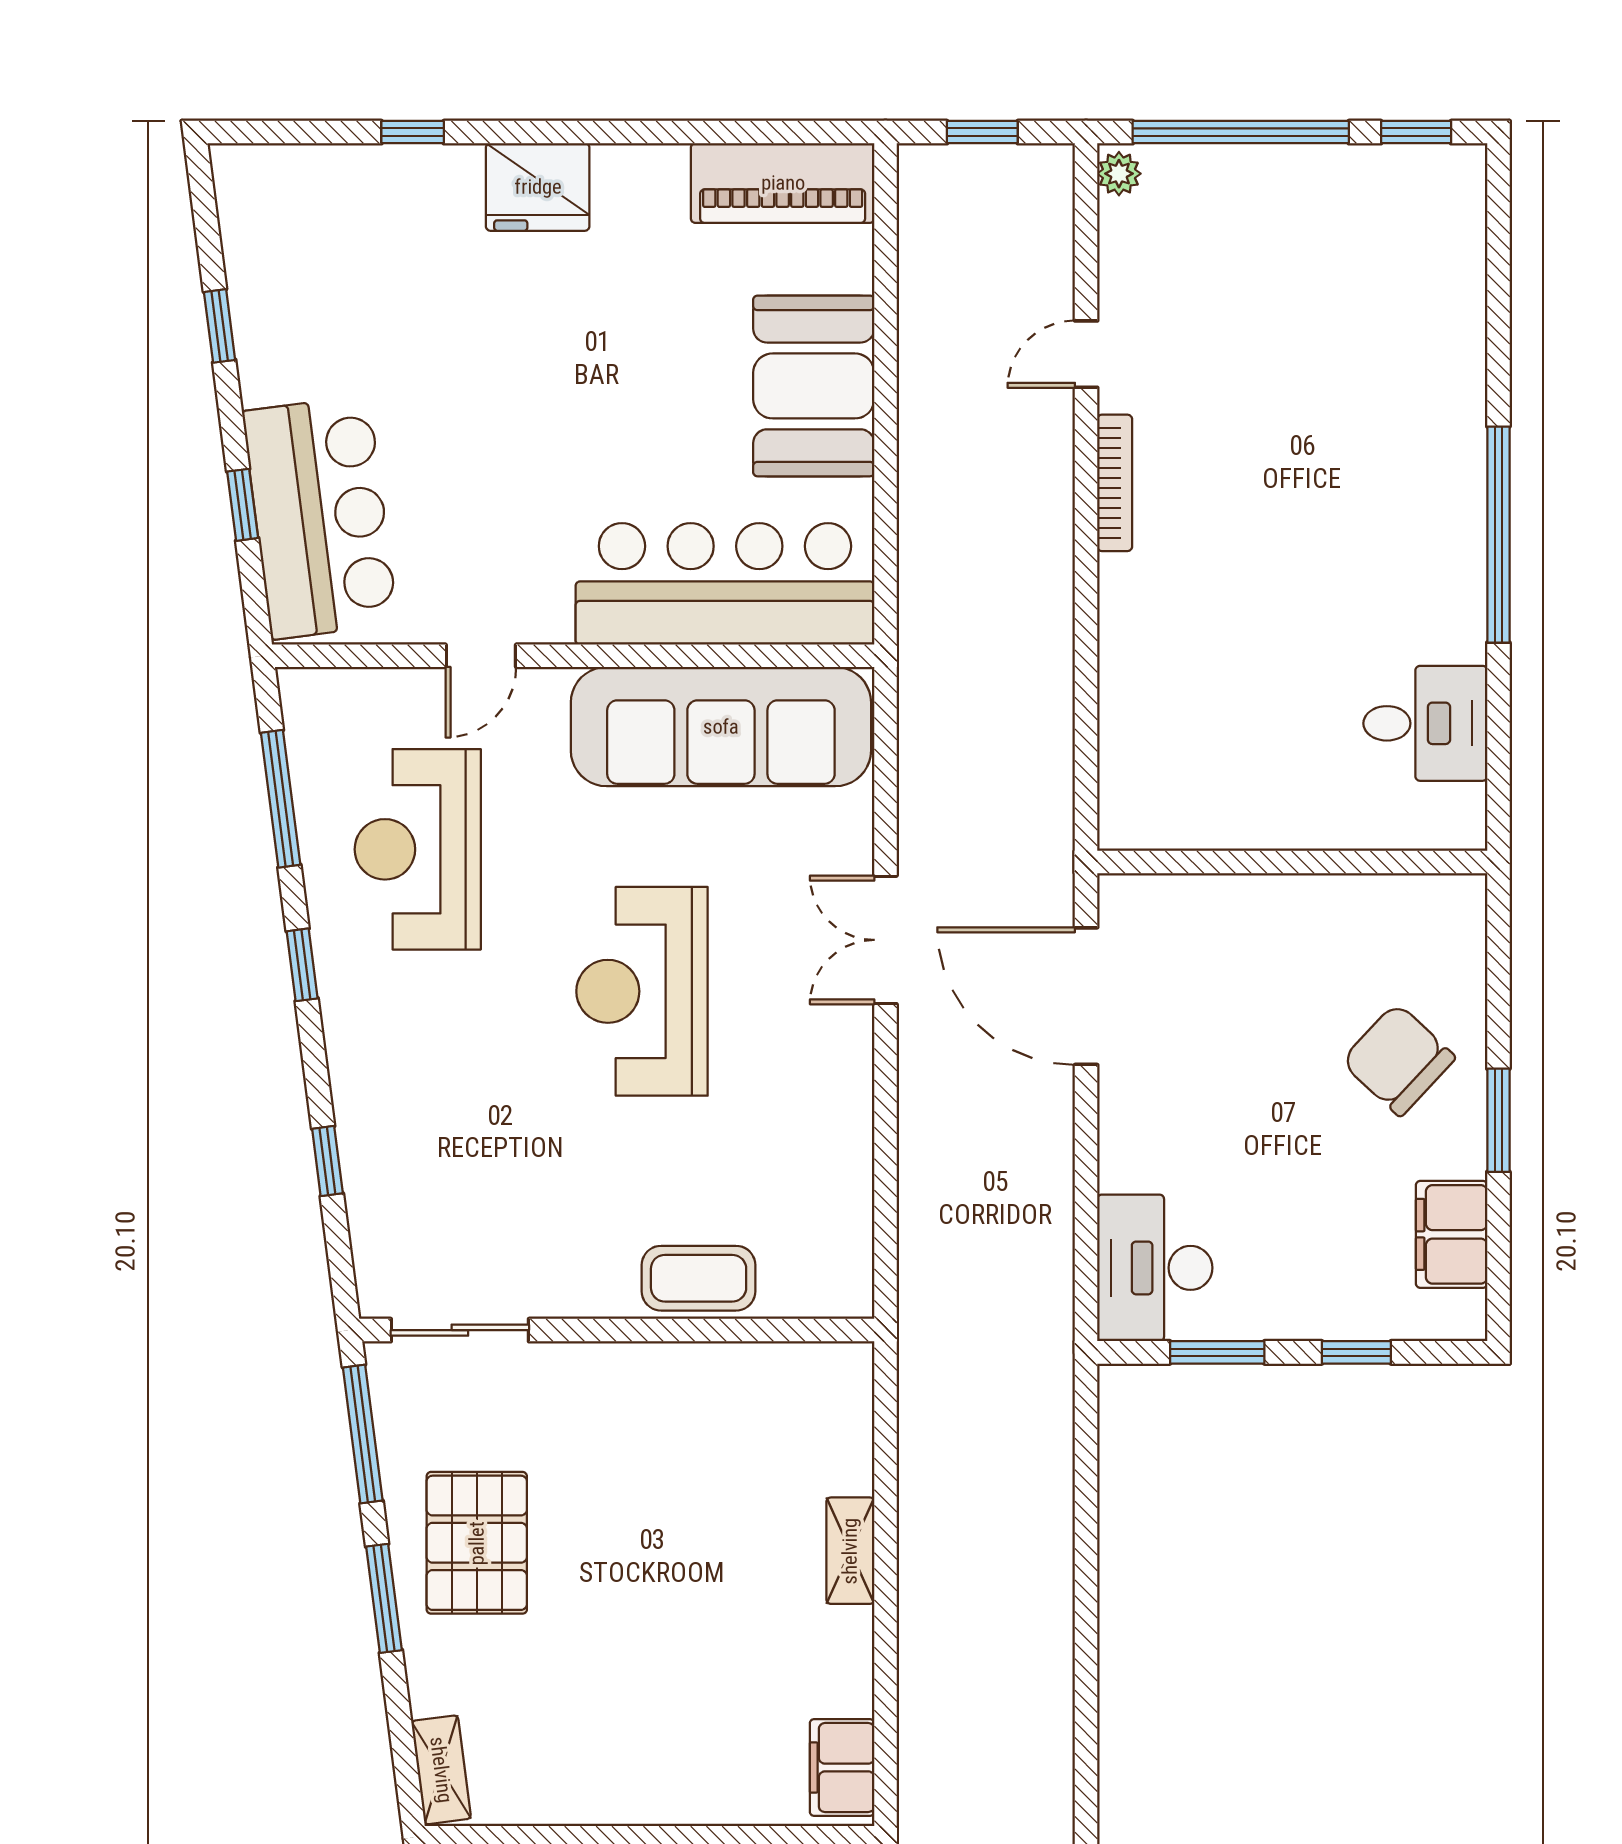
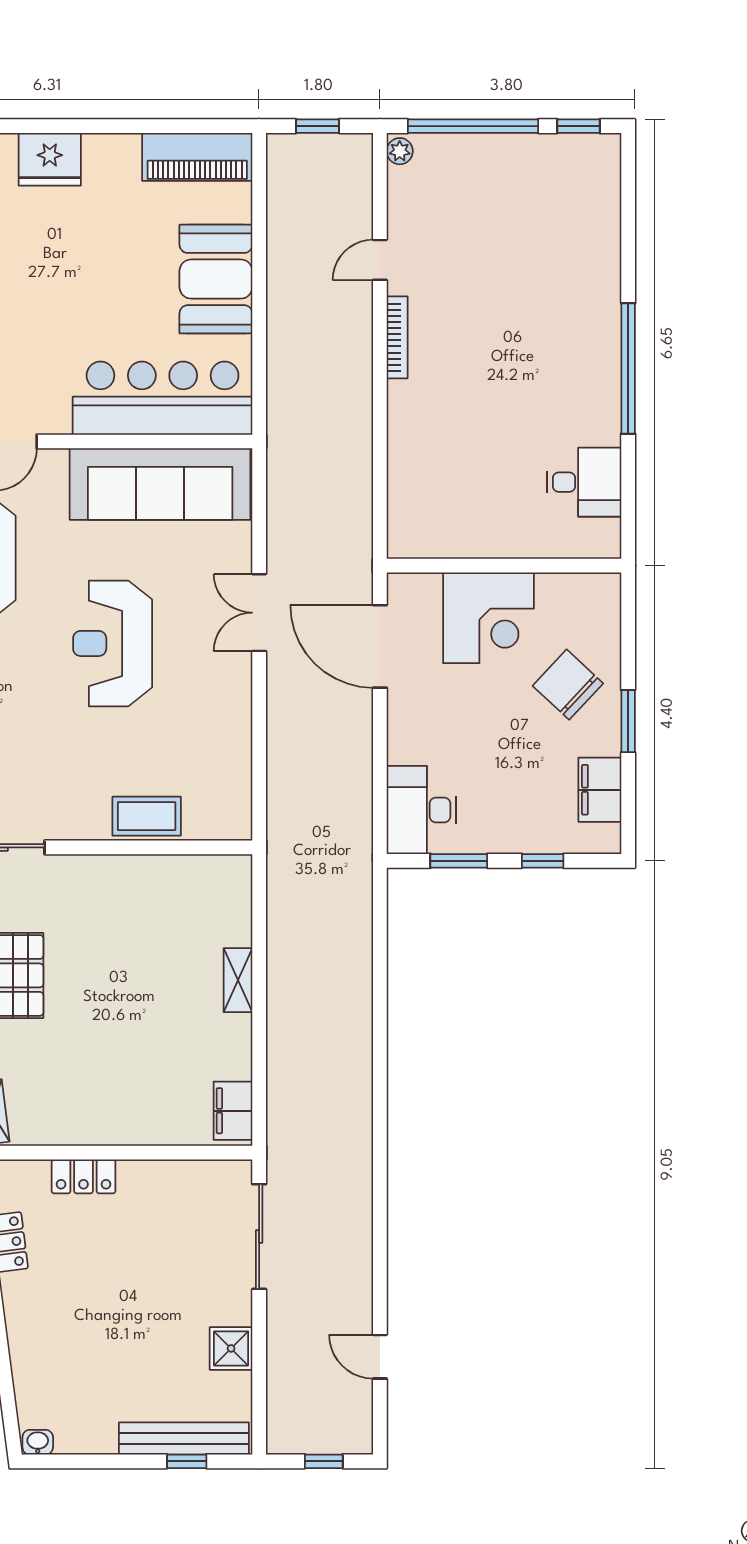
corner desk: (1266, 949) -> (489, 618), added

